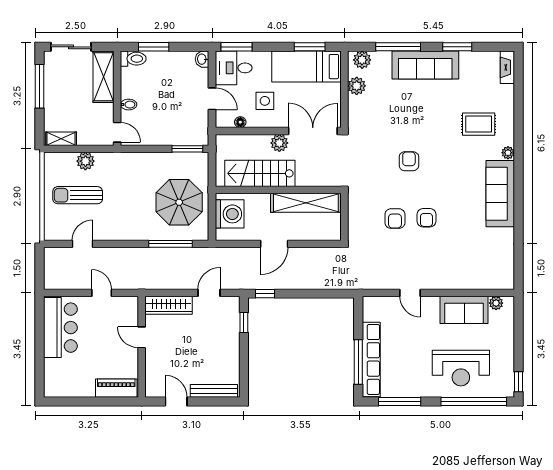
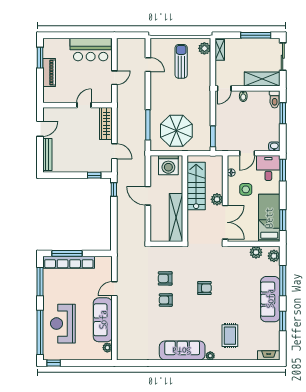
plant: (85, 161) -> (204, 48), moved
sofa: (464, 310) -> (103, 320), width x1.36
piano: (116, 388) -> (49, 72), moved
window: (72, 402) -> (40, 58), added

